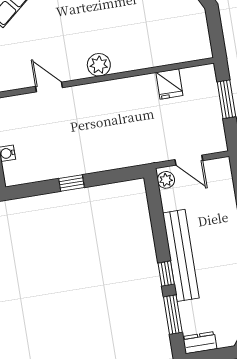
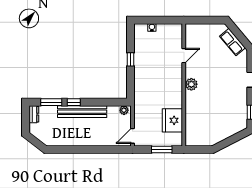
fridge: (169, 84) -> (172, 120), width x1.88, depth x1.34
door: (189, 160) -> (132, 136), moved

